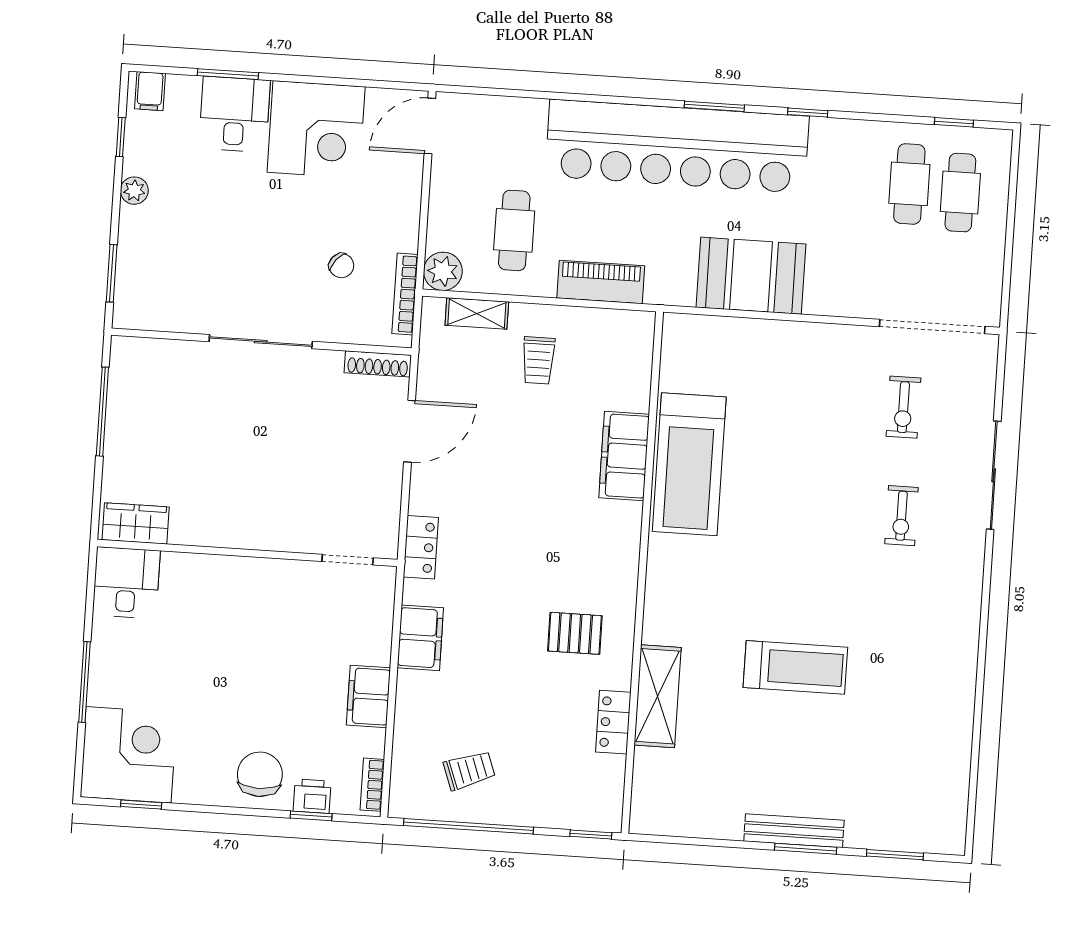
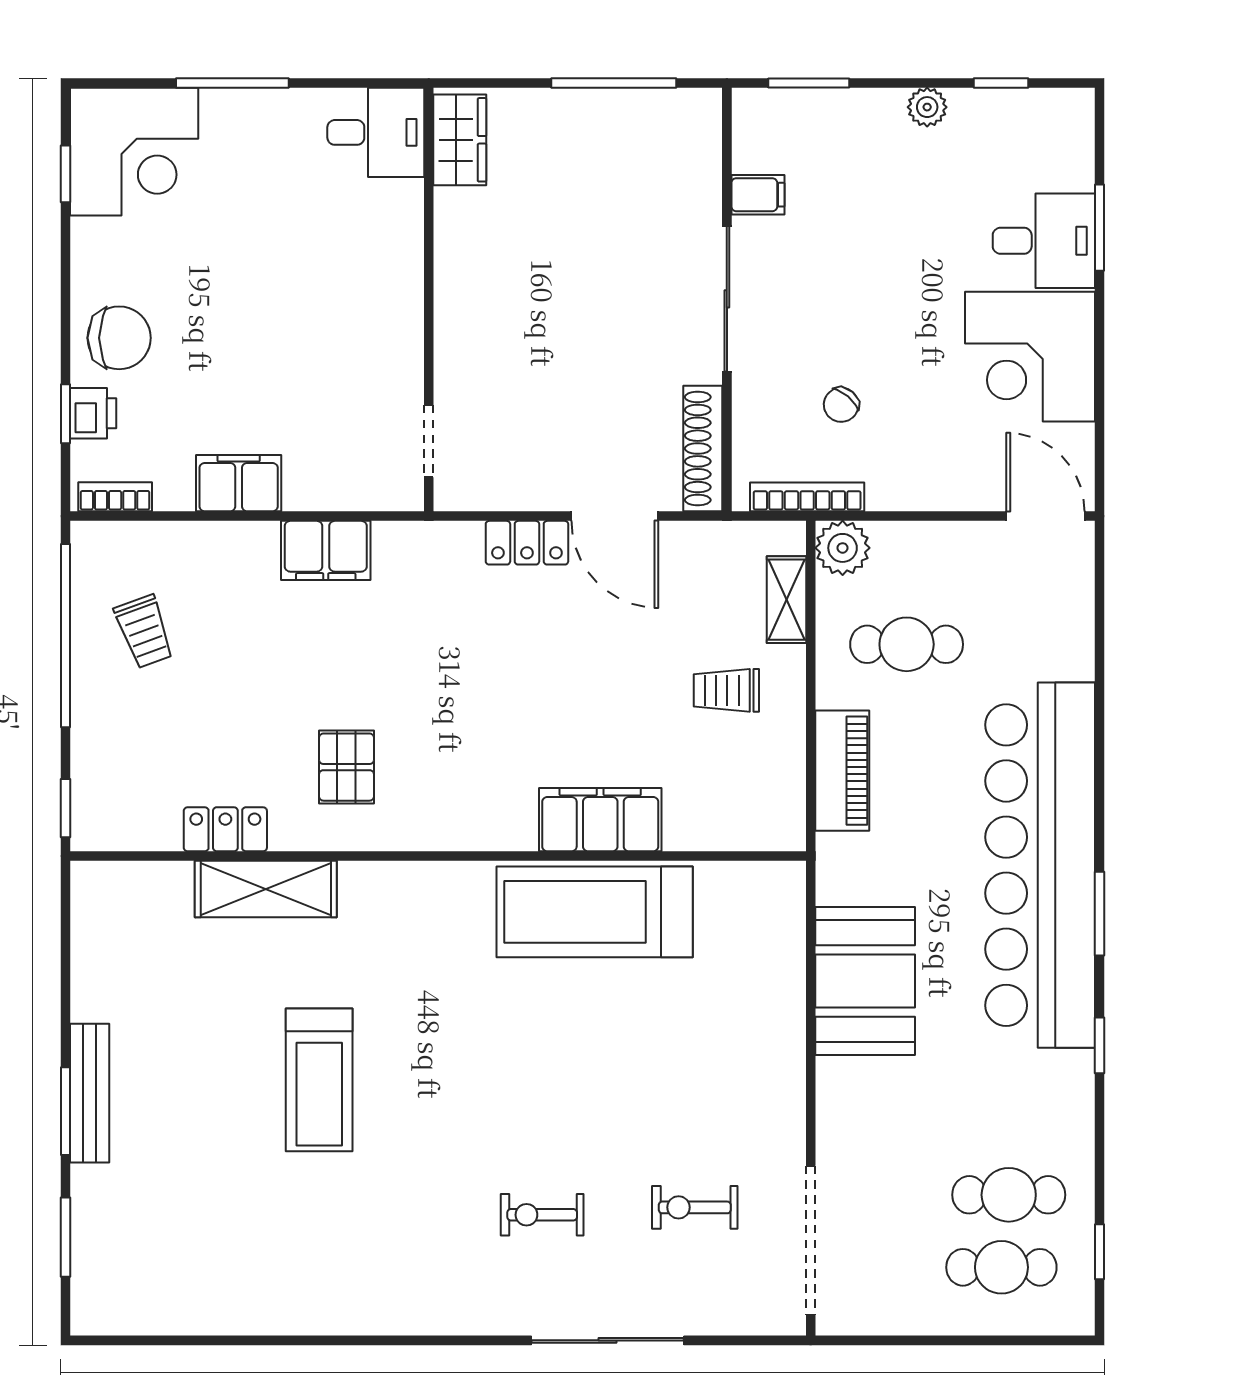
filing cabinet: (150, 91) -> (758, 195), moved, turned 180
shoe rack: (378, 364) -> (703, 449), width x1.36, depth x1.24
locker: (421, 547) -> (527, 543), moved

